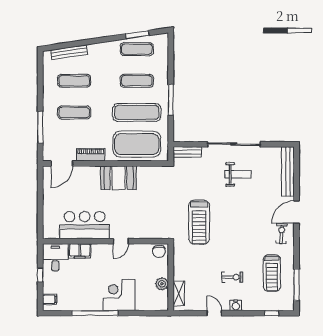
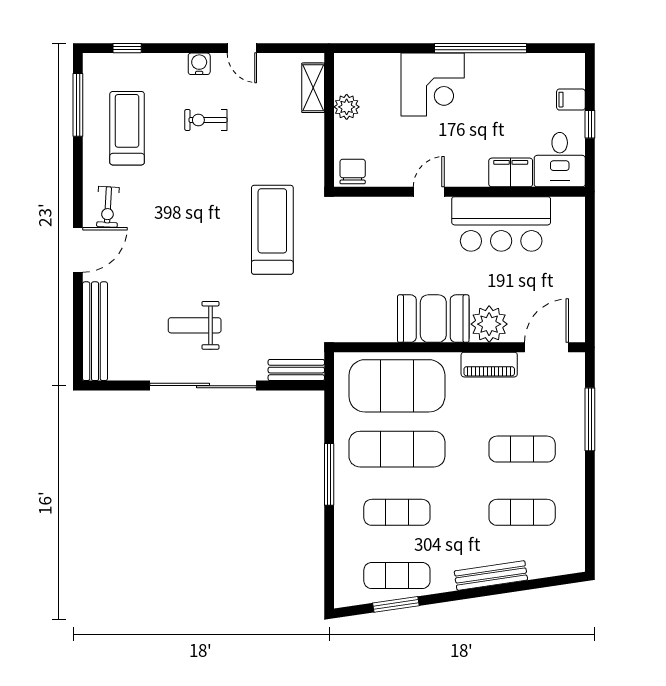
bench: (69, 52) -> (491, 575), moved
plant: (91, 175) -> (489, 324), added
filing cabinet: (50, 299) -> (571, 100), moved

